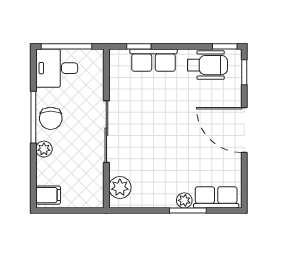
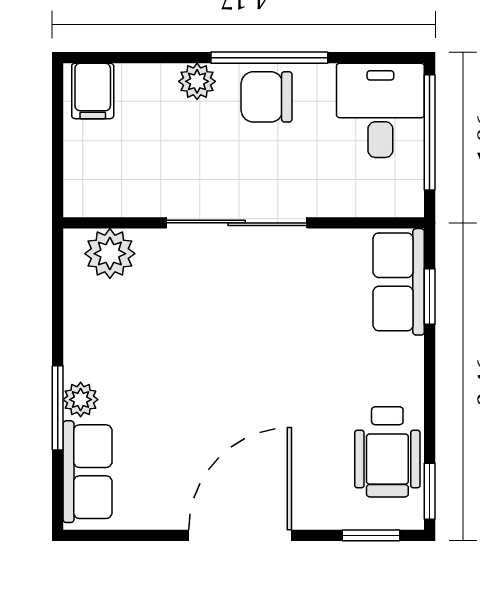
row of seats: (153, 60) -> (399, 282), moved

